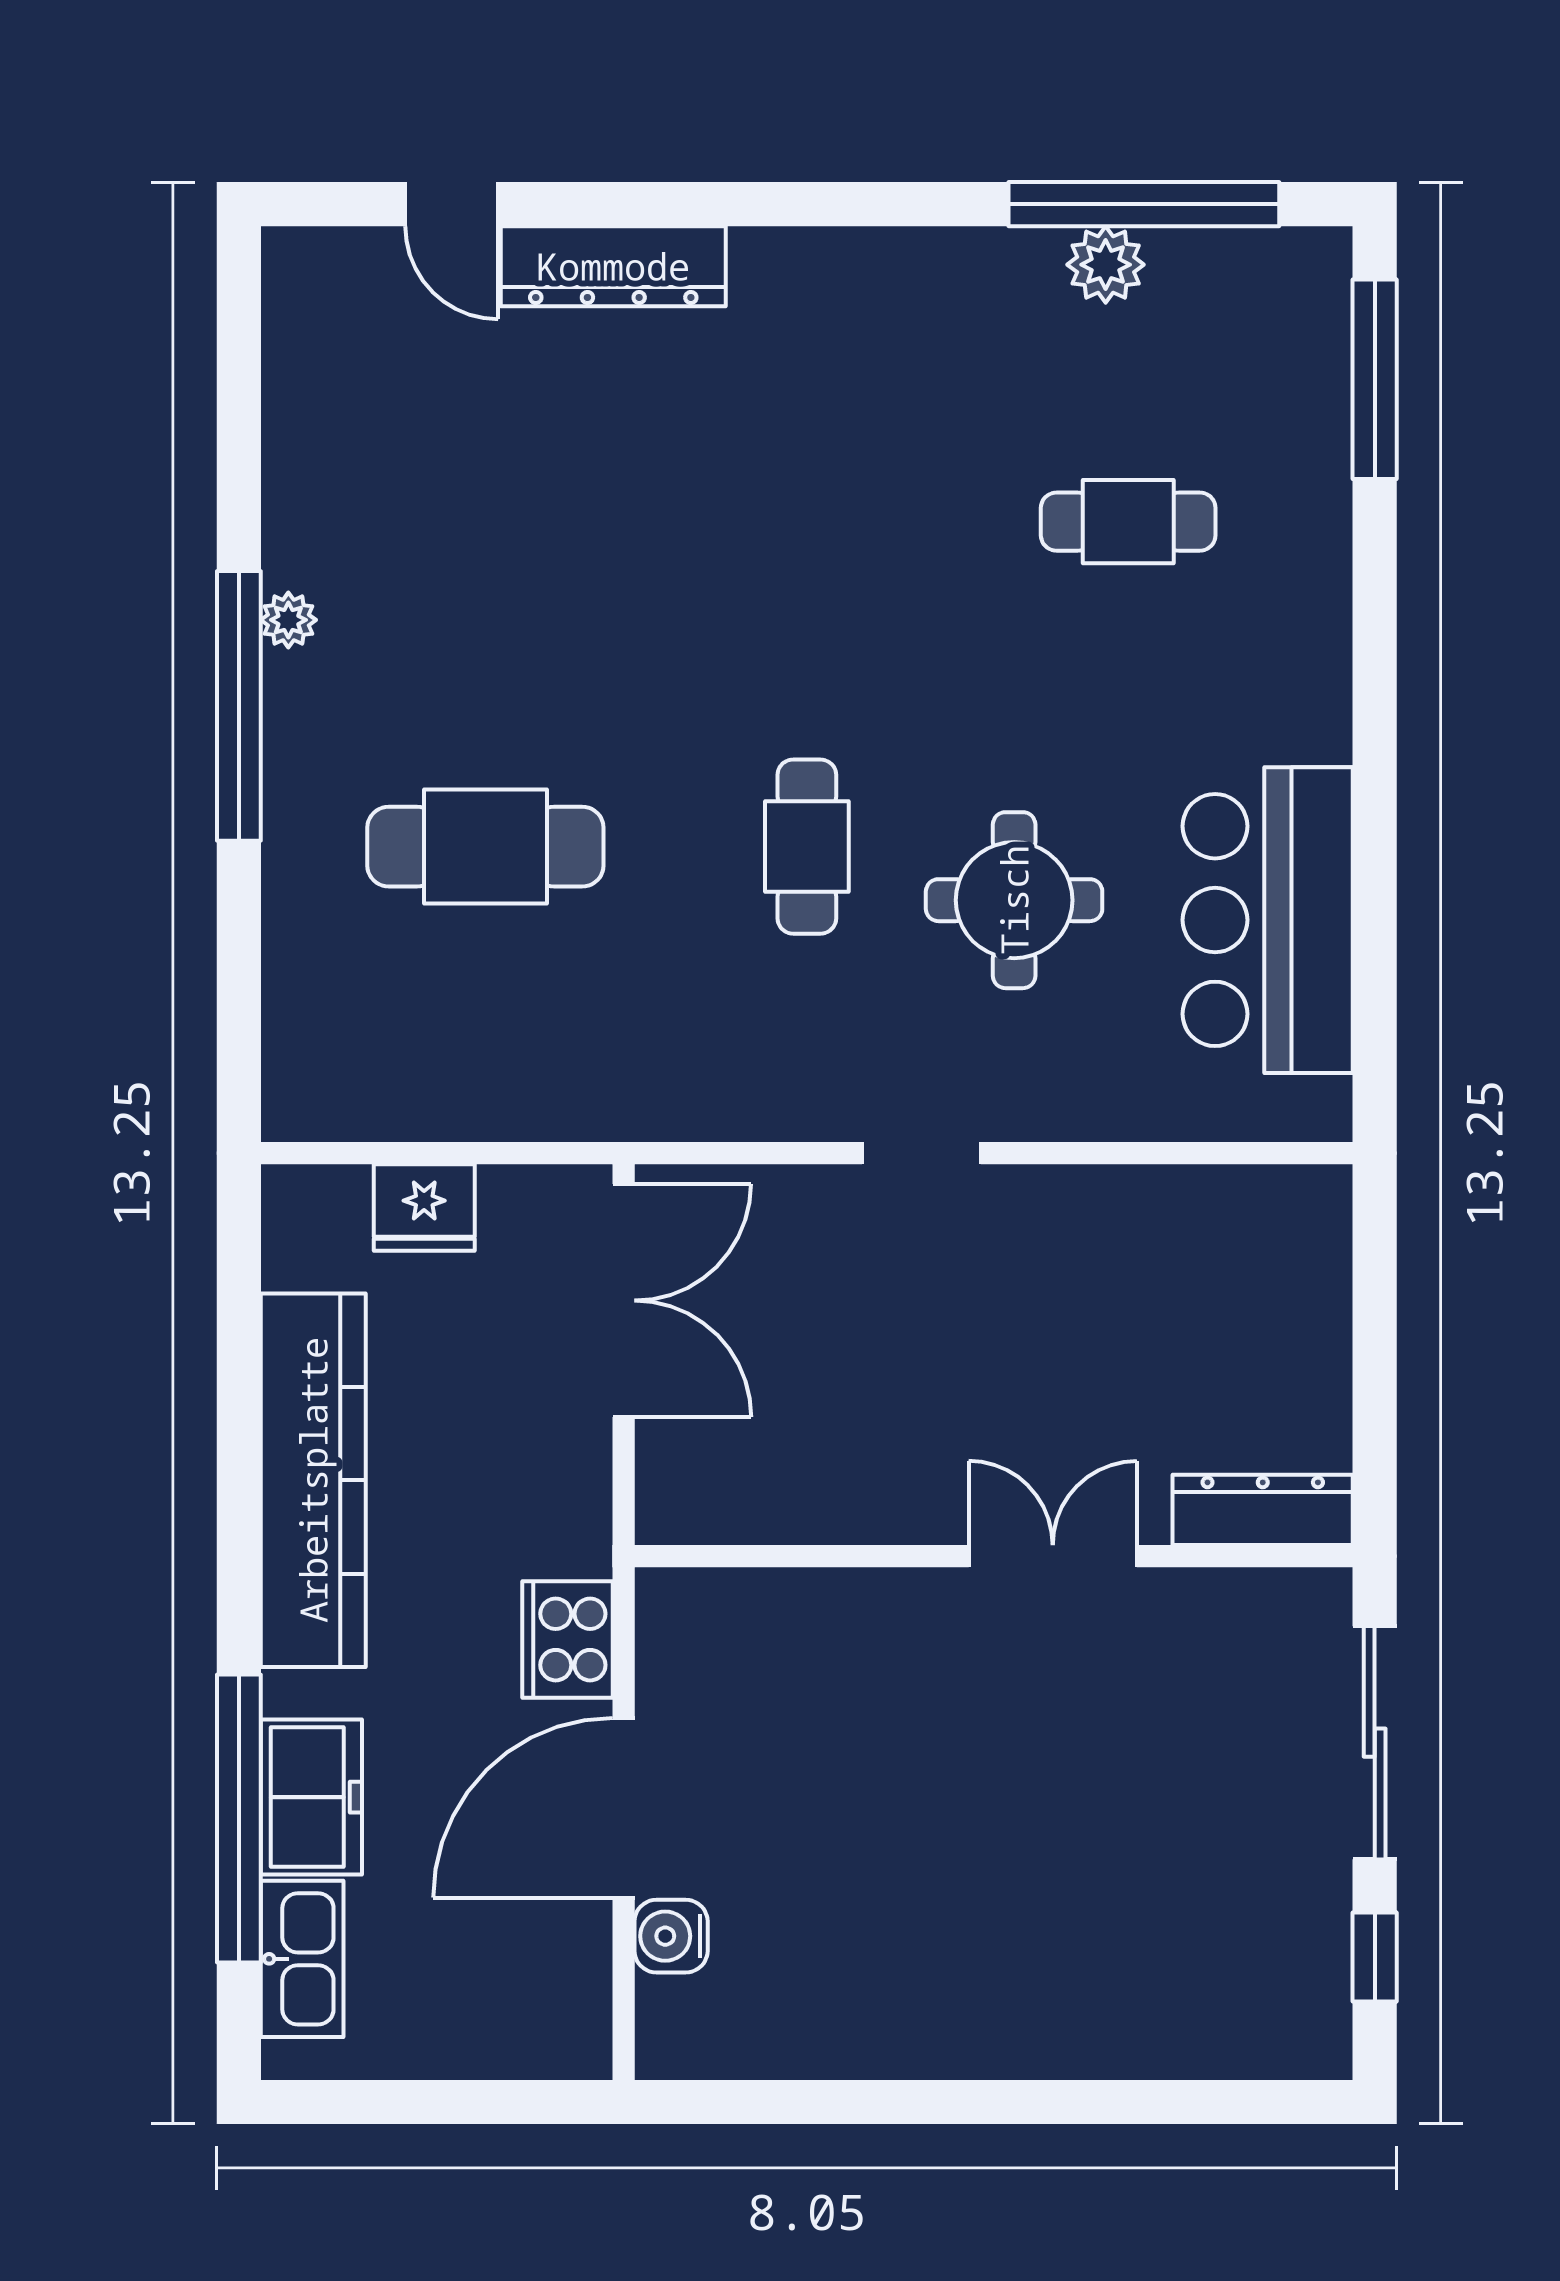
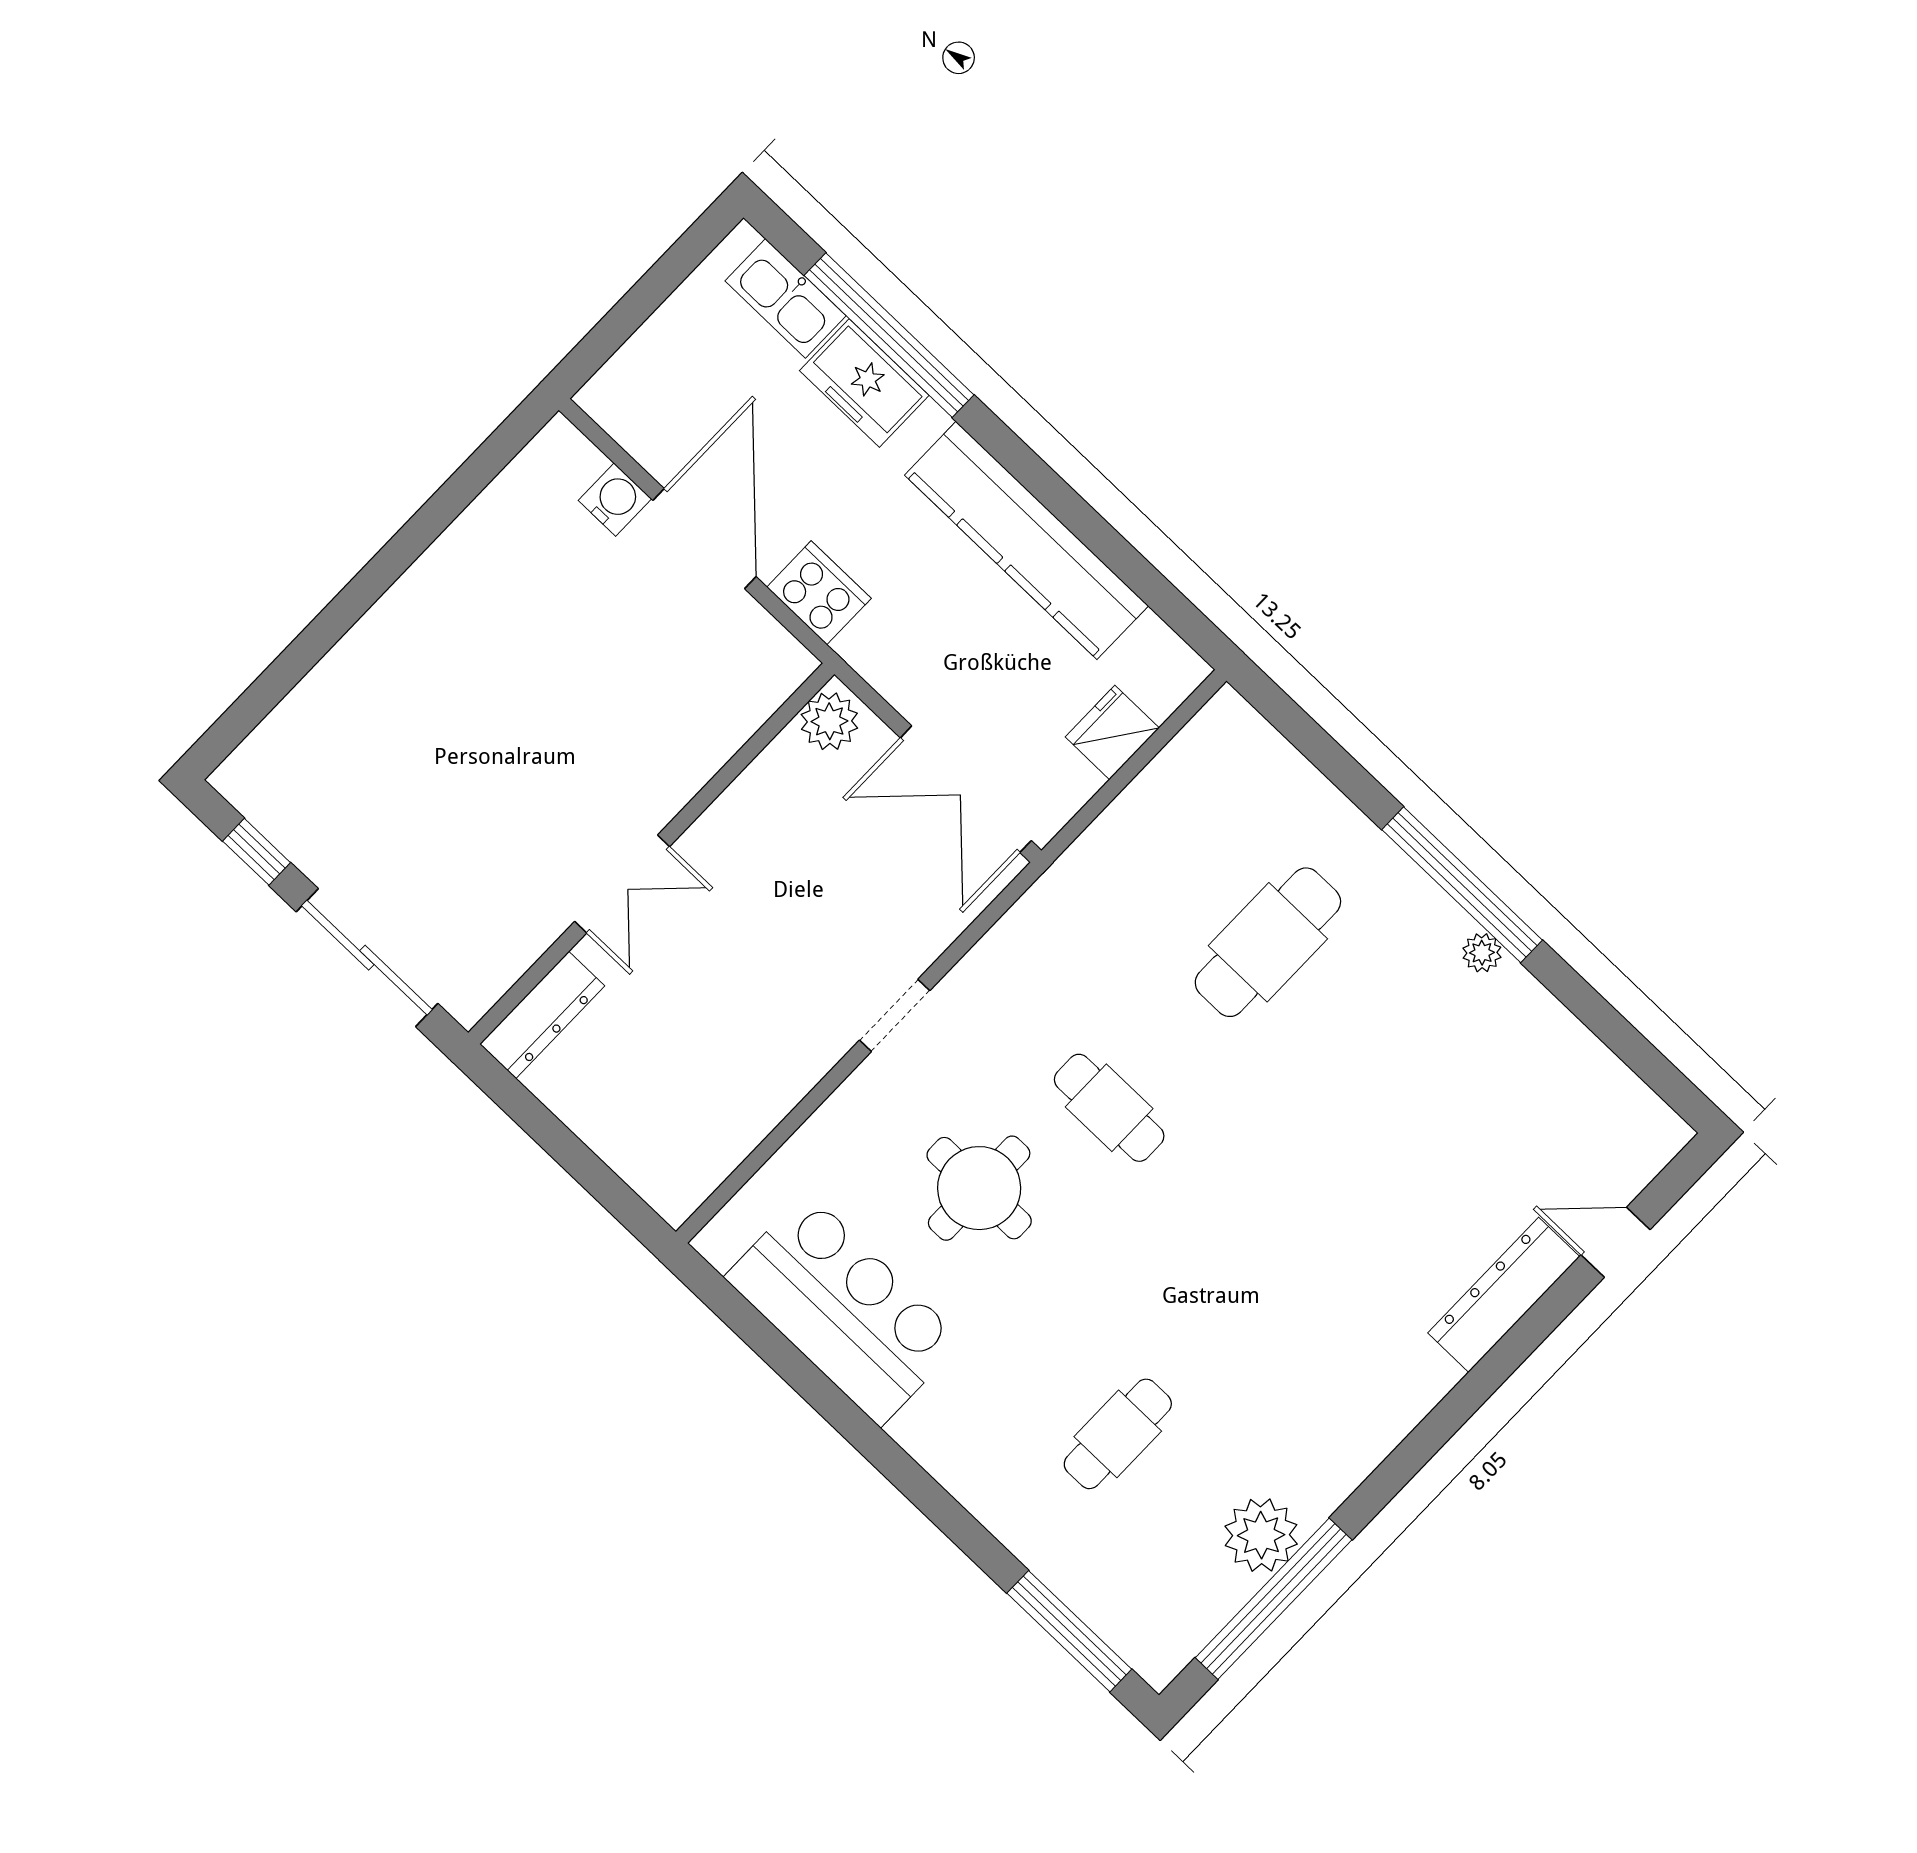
plant: (1106, 265) -> (1261, 1535), width x1.36, depth x1.36
plant: (687, 1504) -> (829, 721), added

